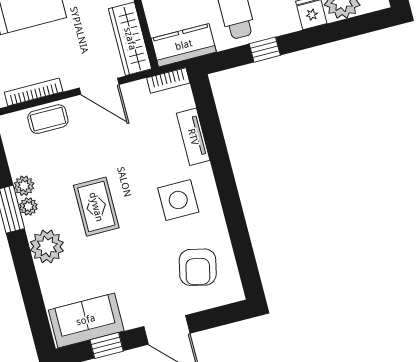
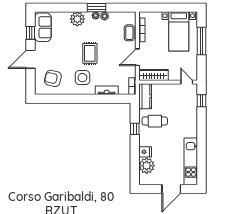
rug: (96, 207) -> (90, 53), moved, turned 90

